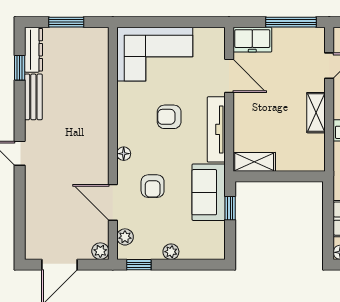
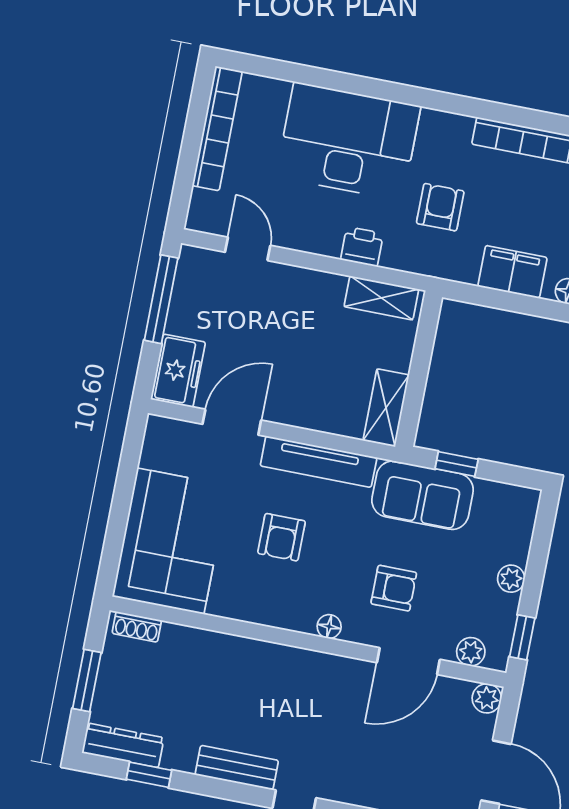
shoe rack: (102, 44) -> (137, 627), added
bench: (33, 97) -> (237, 768), moved
shelving: (316, 113) -> (381, 298), moved

